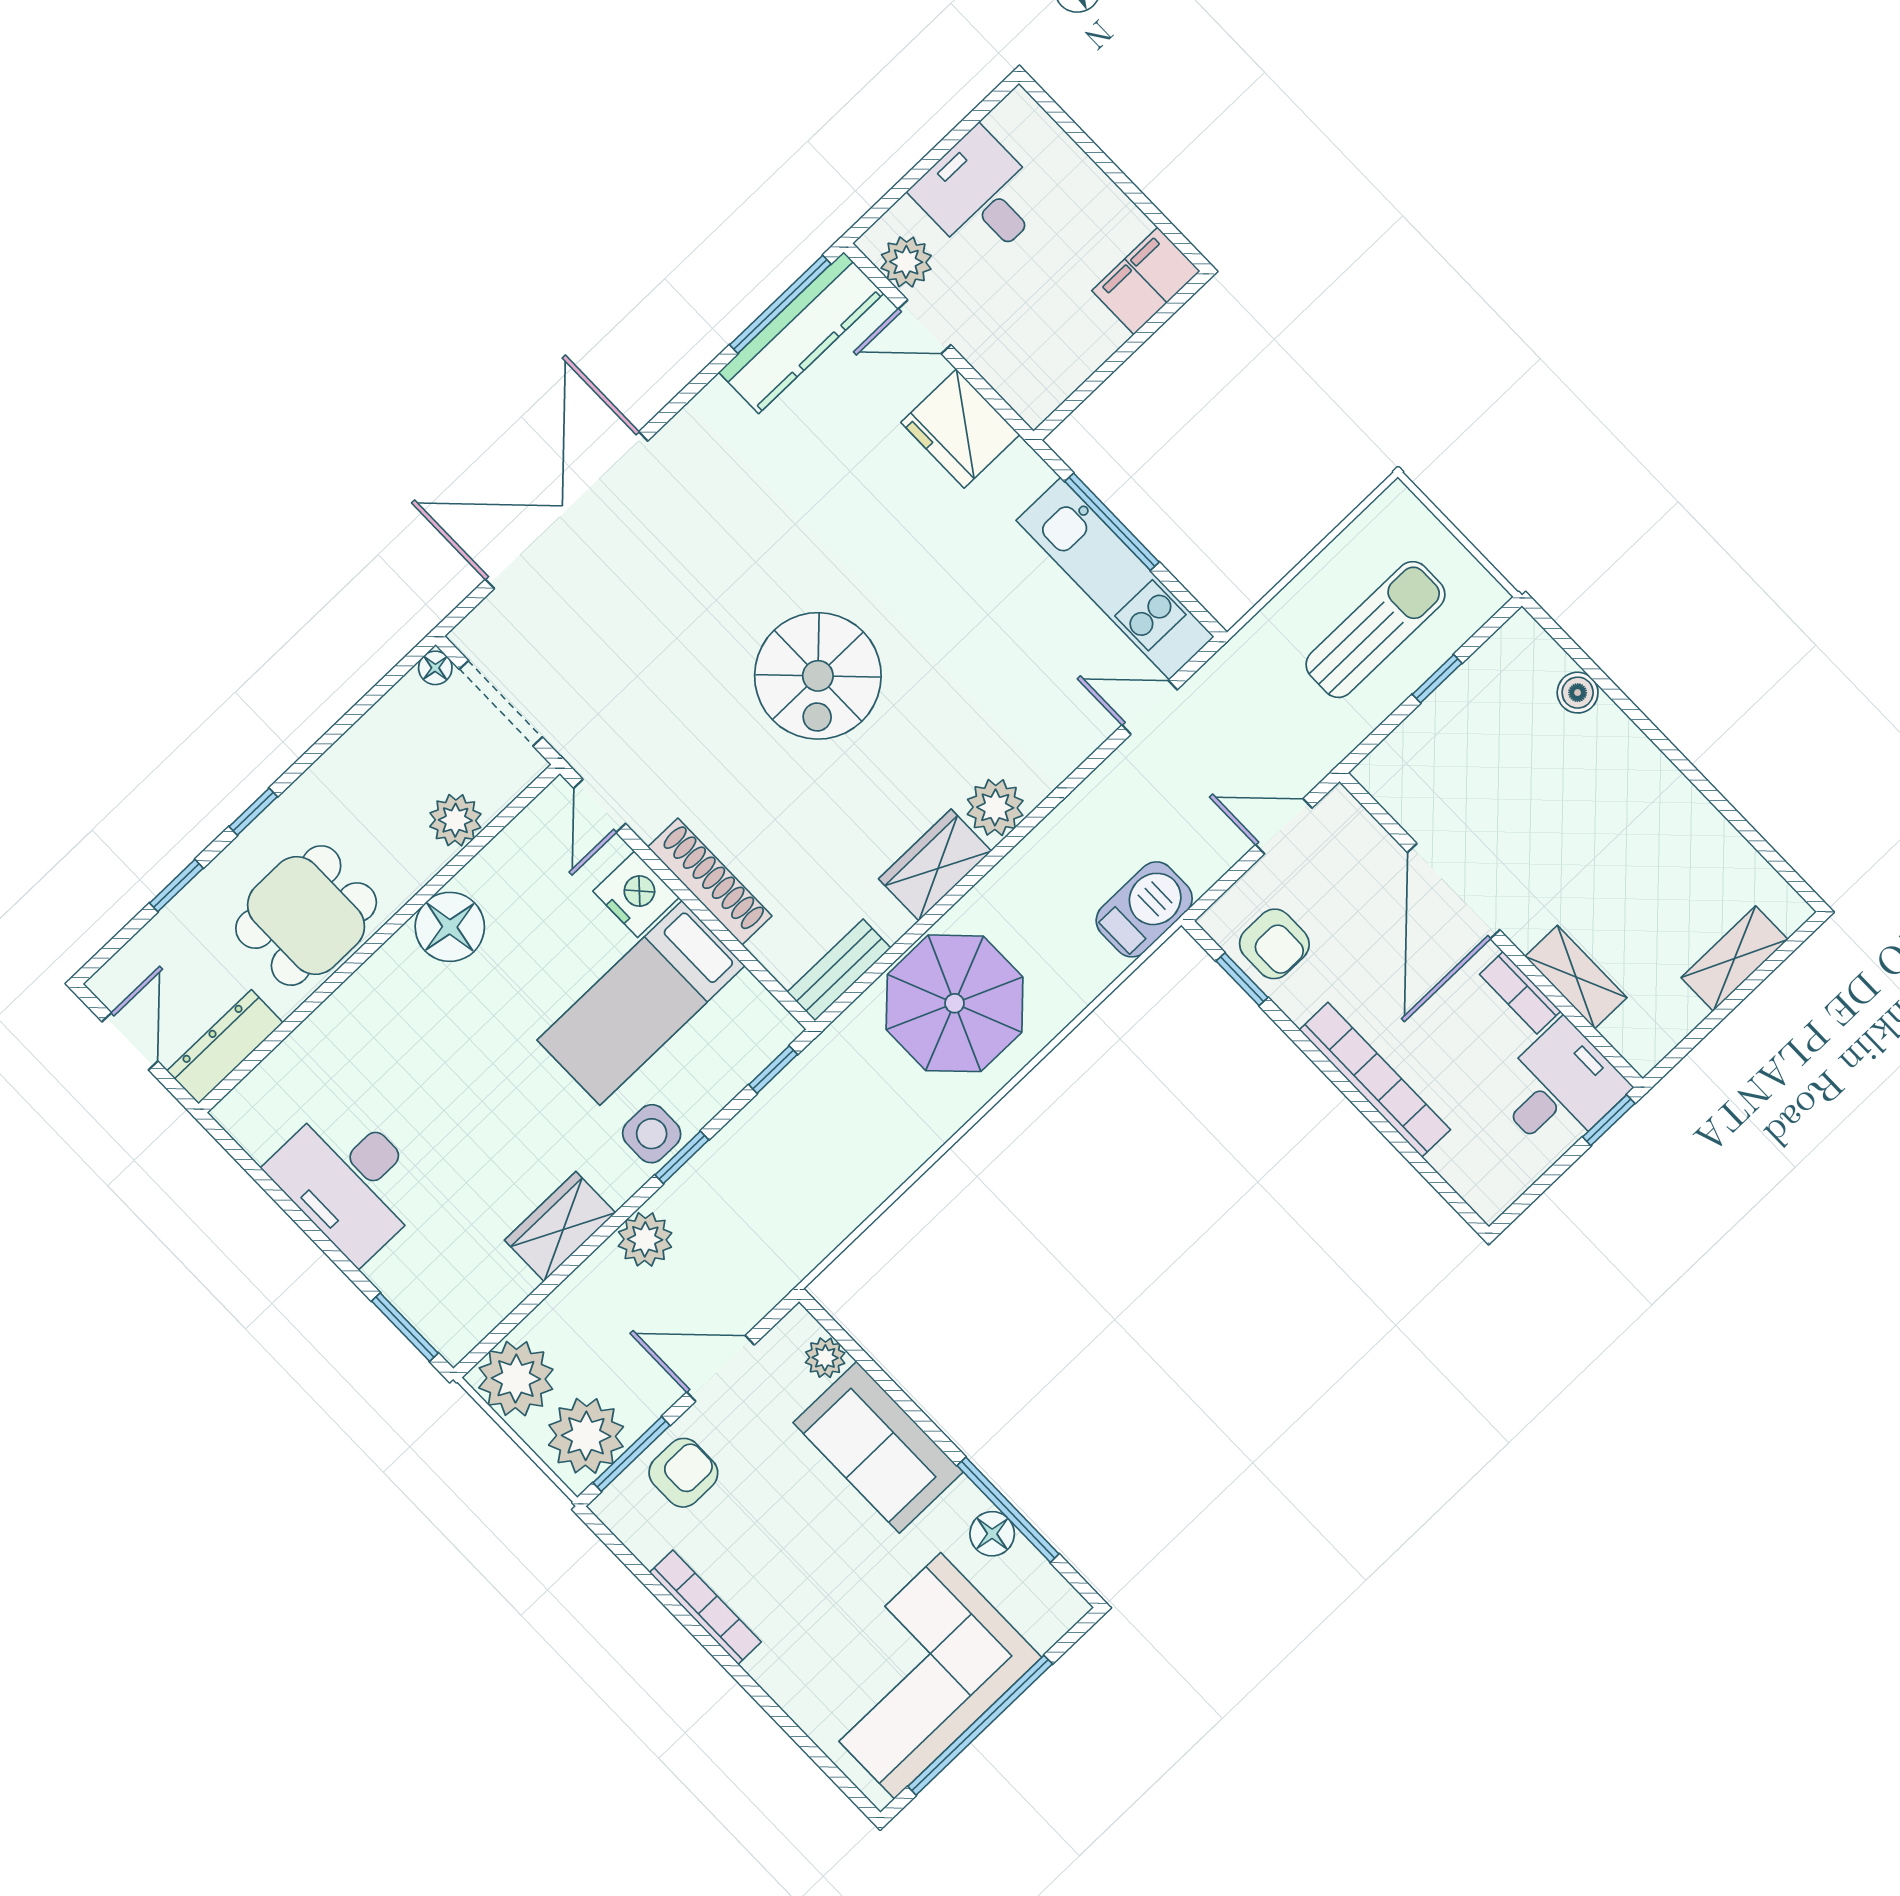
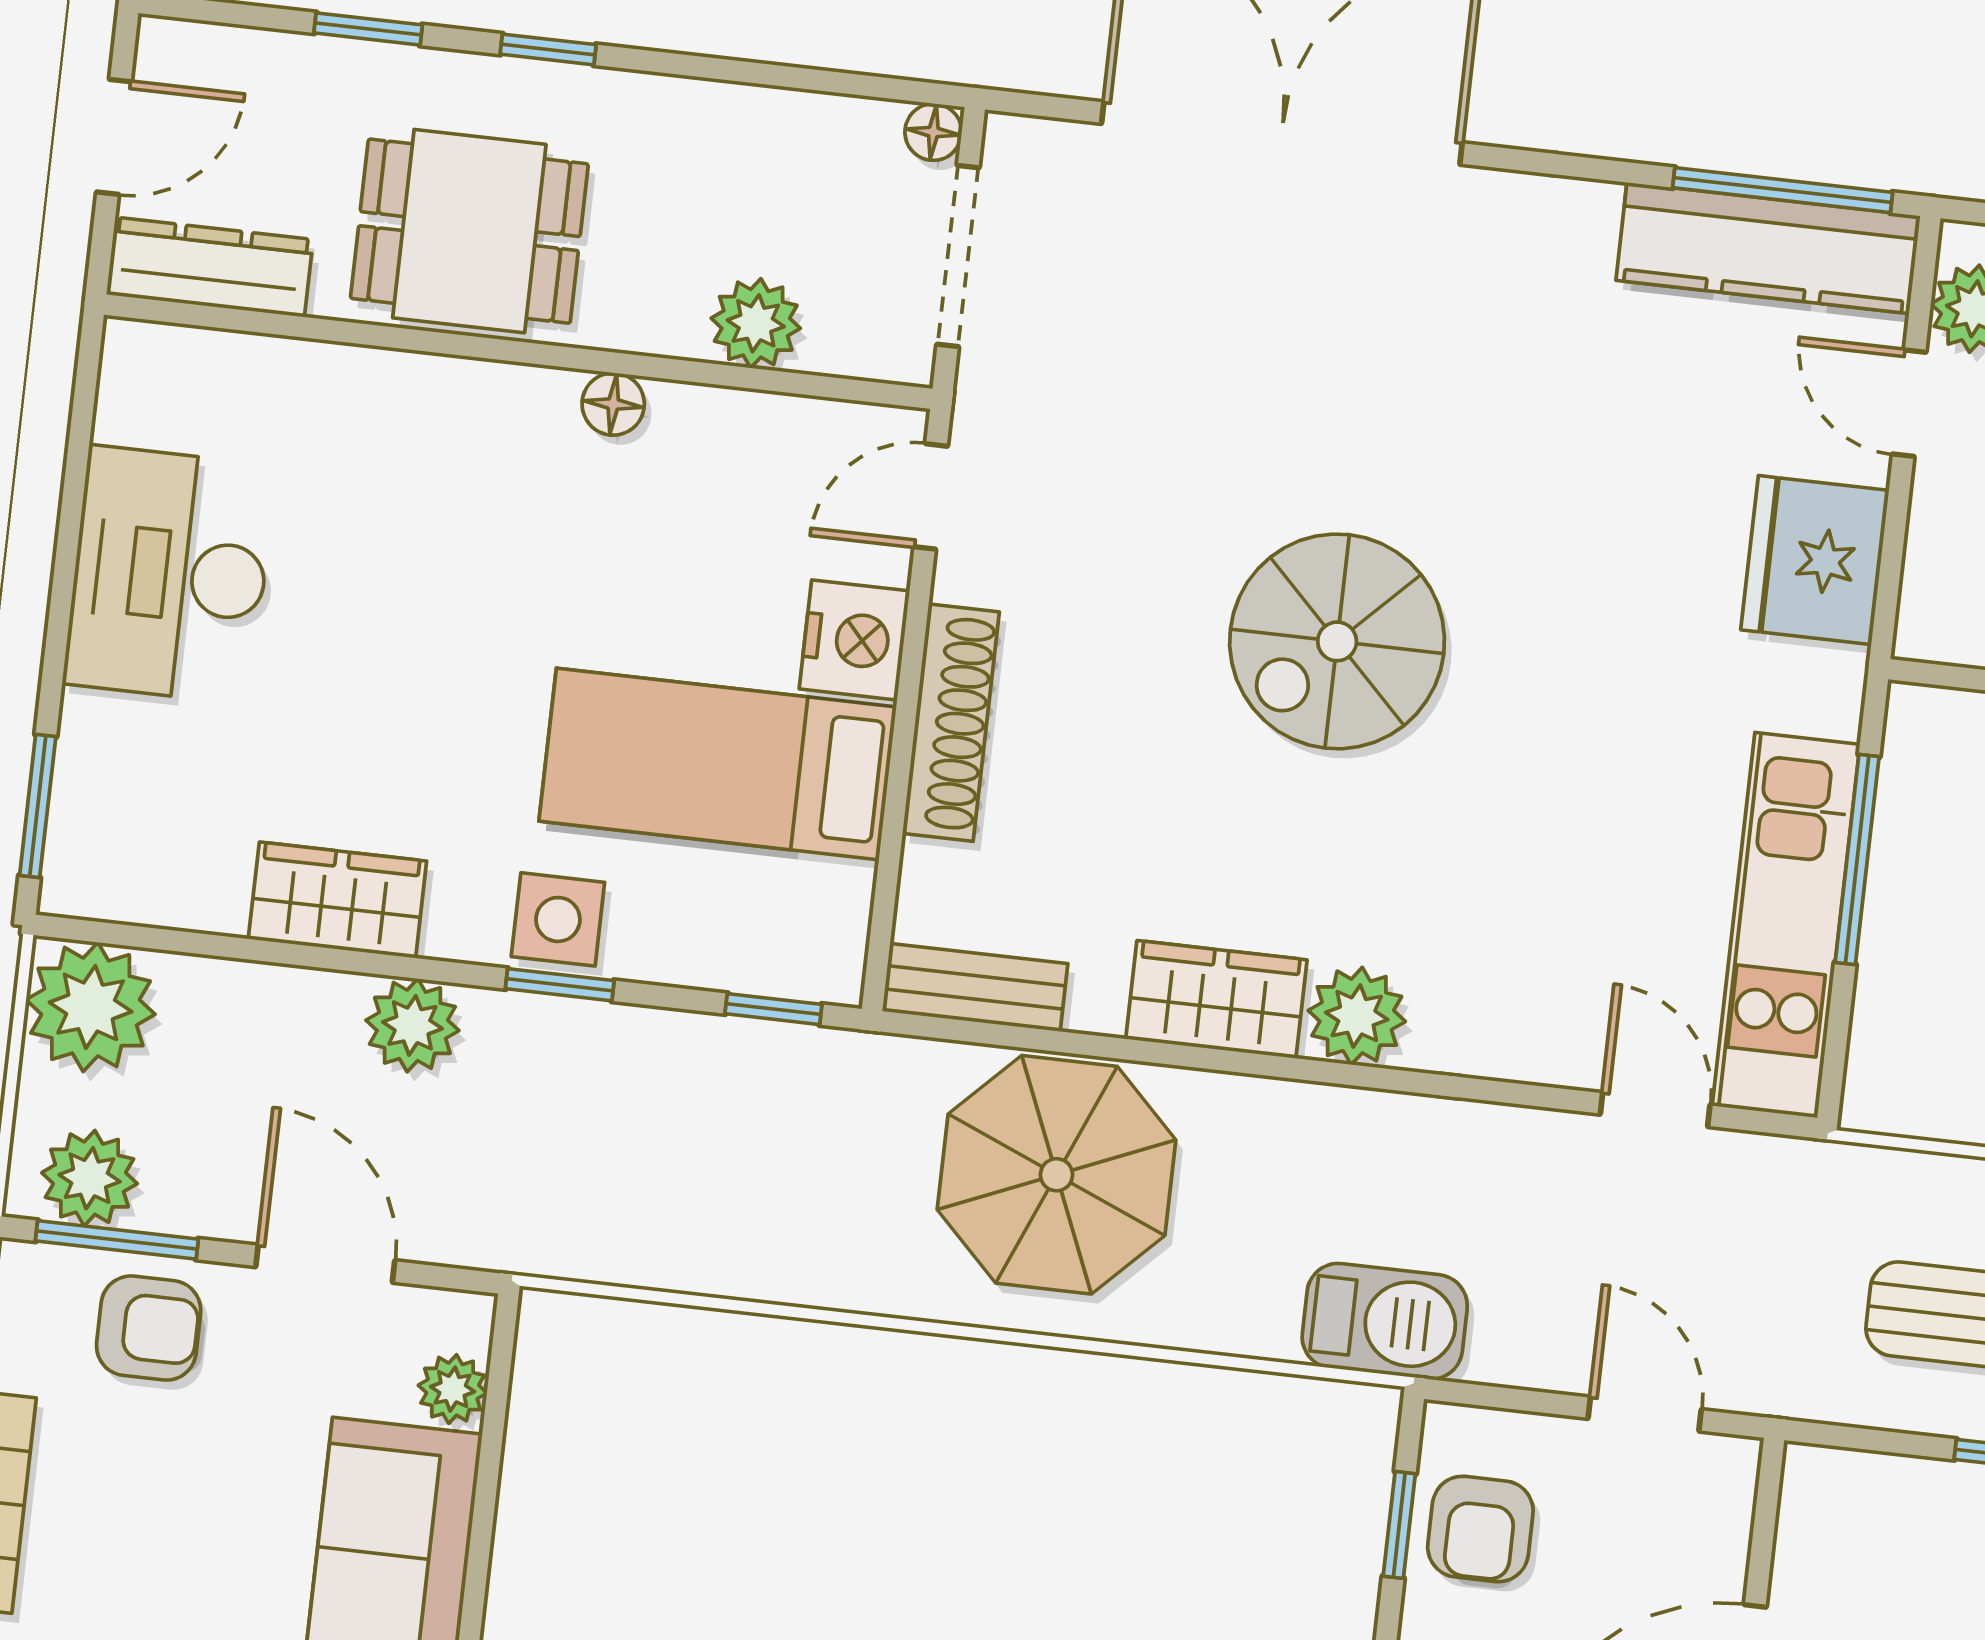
floor lamp: (450, 927) -> (613, 404), width x0.53, depth x0.53
plant: (586, 1436) -> (90, 1178), width x0.73, depth x0.73

